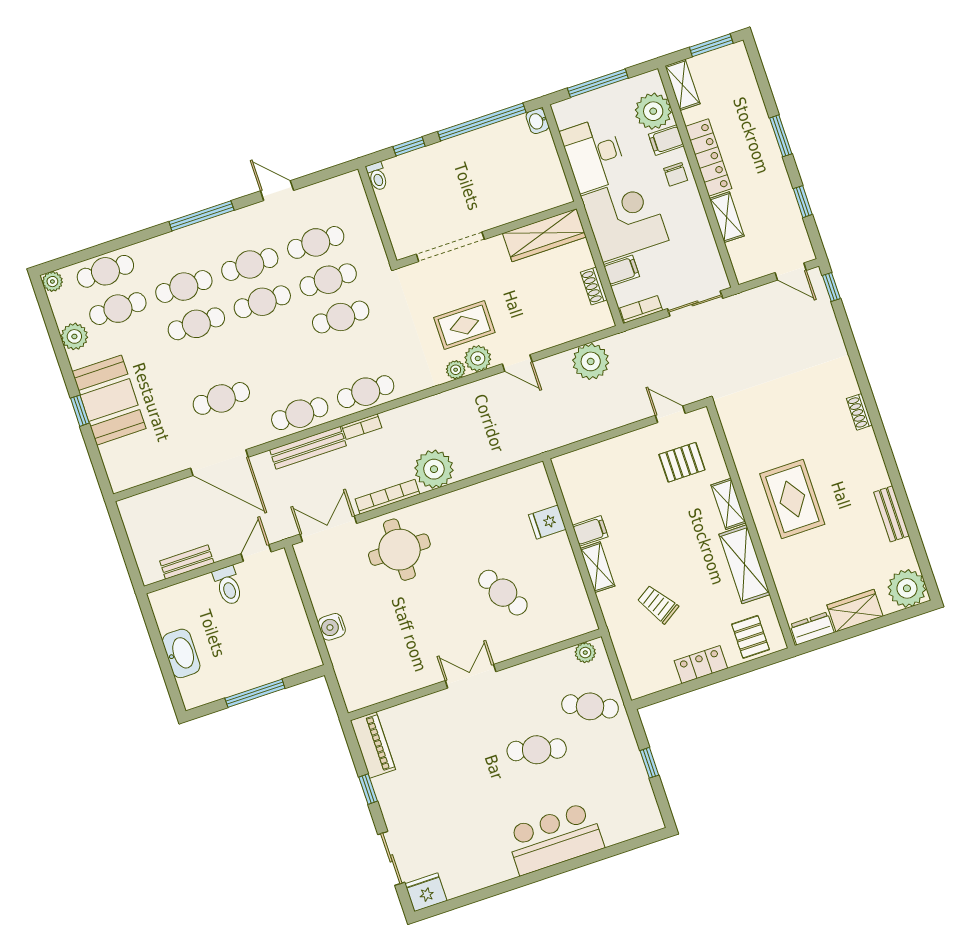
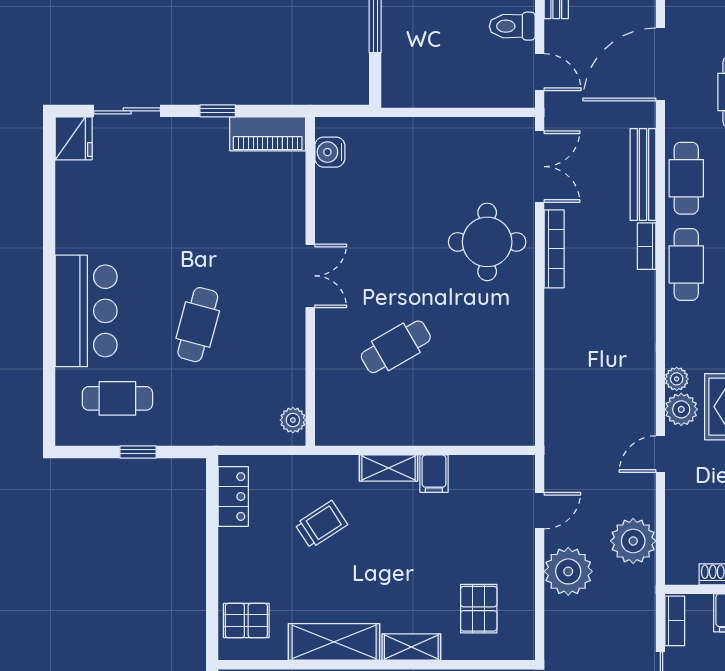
door: (670, 414) -> (540, 511), moved
plant: (434, 469) -> (568, 571), moved
fridge: (547, 522) -> (461, 427), removed
water cooler: (332, 627) -> (330, 152), moved, turned -90
locker: (701, 665) -> (233, 497), moved
cafe table: (590, 706) -> (117, 398), moved, turned 65

